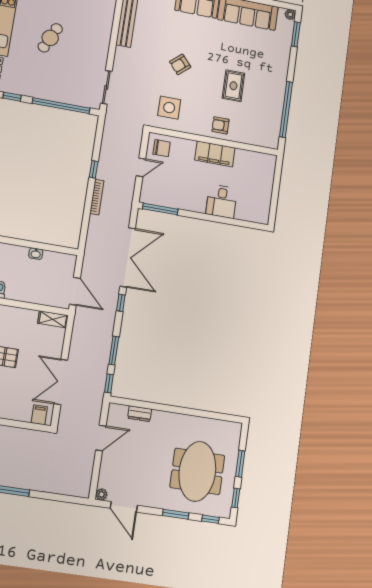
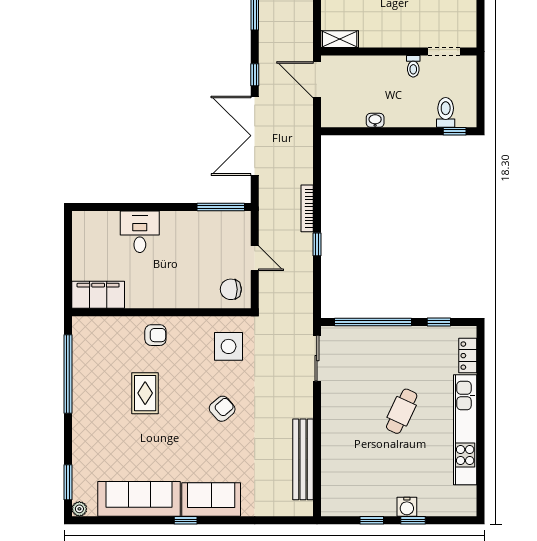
filing cabinet: (215, 154) -> (98, 295), moved
door: (141, 167) -> (255, 258), swing flipped

